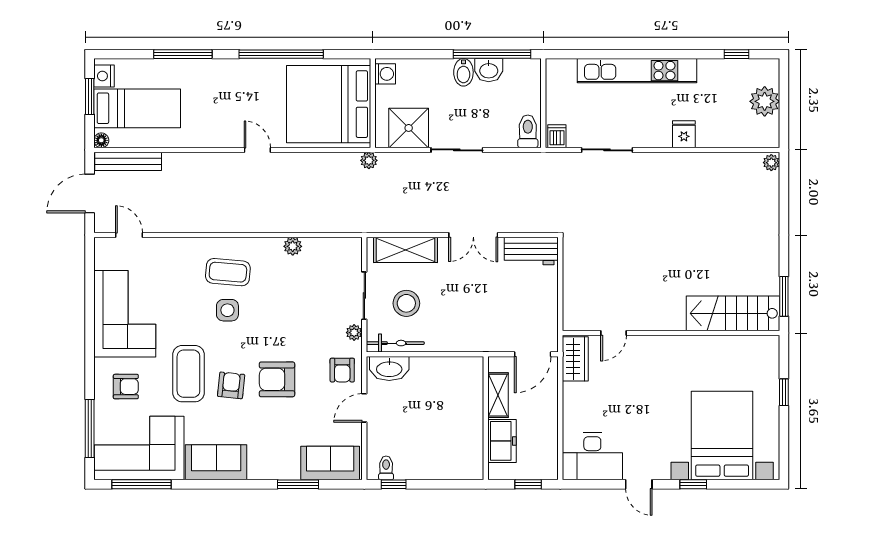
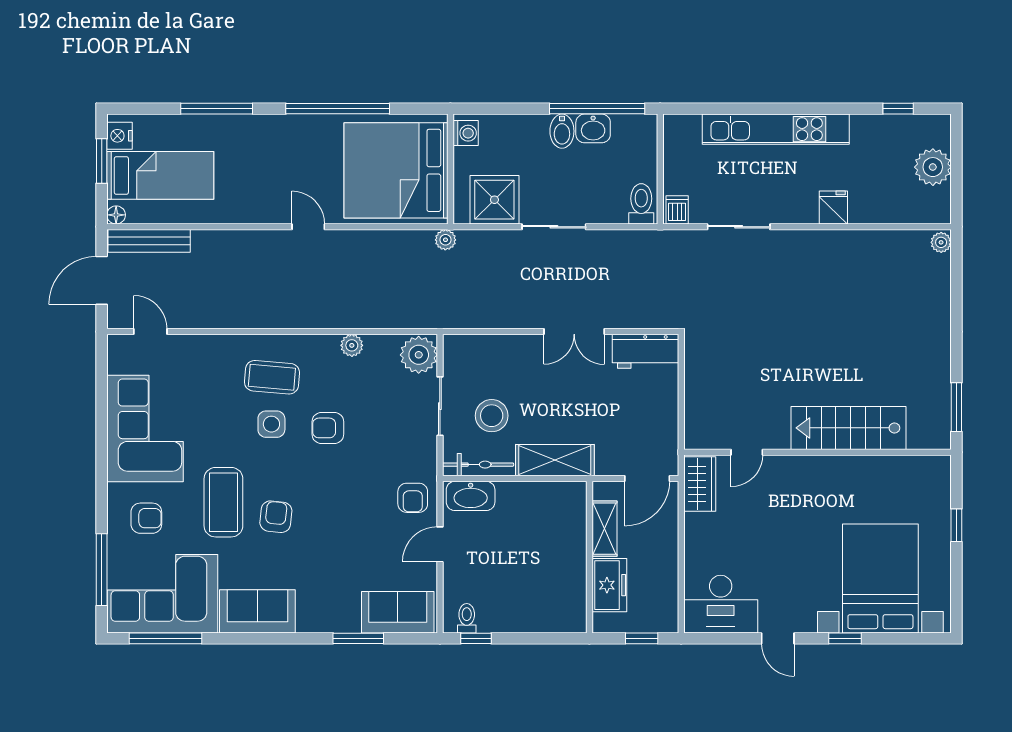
shelving: (406, 250) -> (555, 460), moved
stairs: (733, 313) -> (849, 428), moved
plant: (354, 333) -> (419, 355), moved, width x1.88, depth x1.88
armchair: (277, 379) -> (328, 428), moved, width x0.72, depth x0.72

